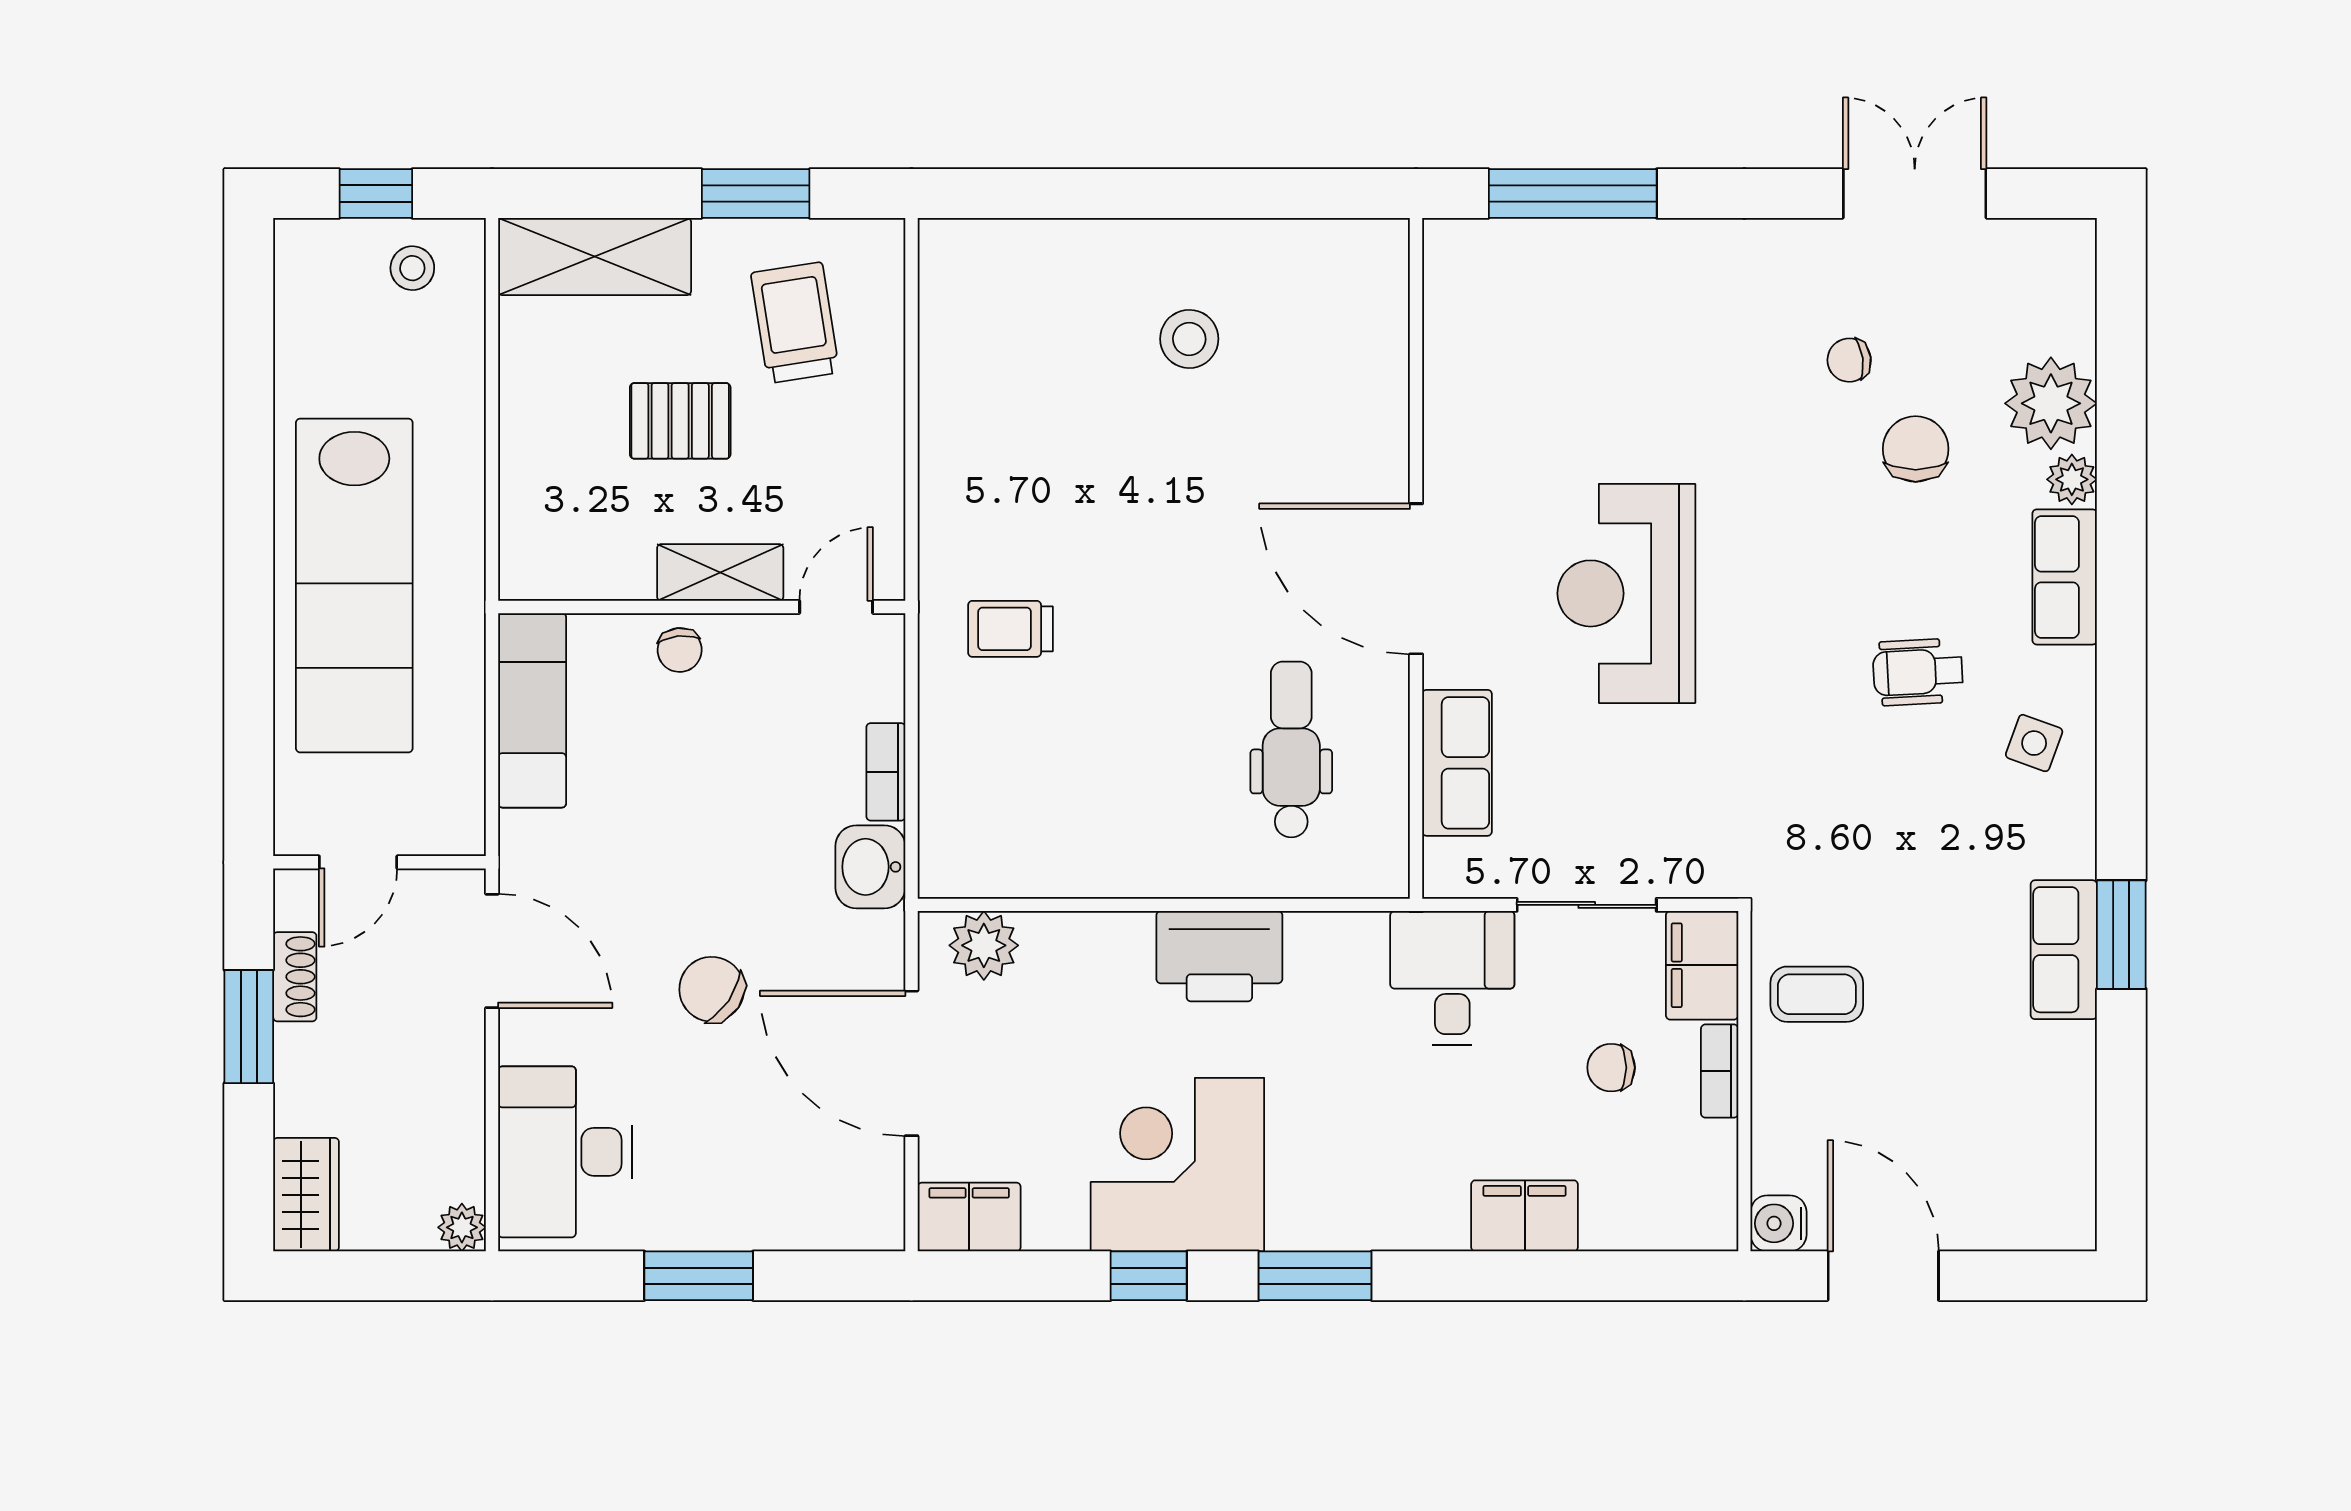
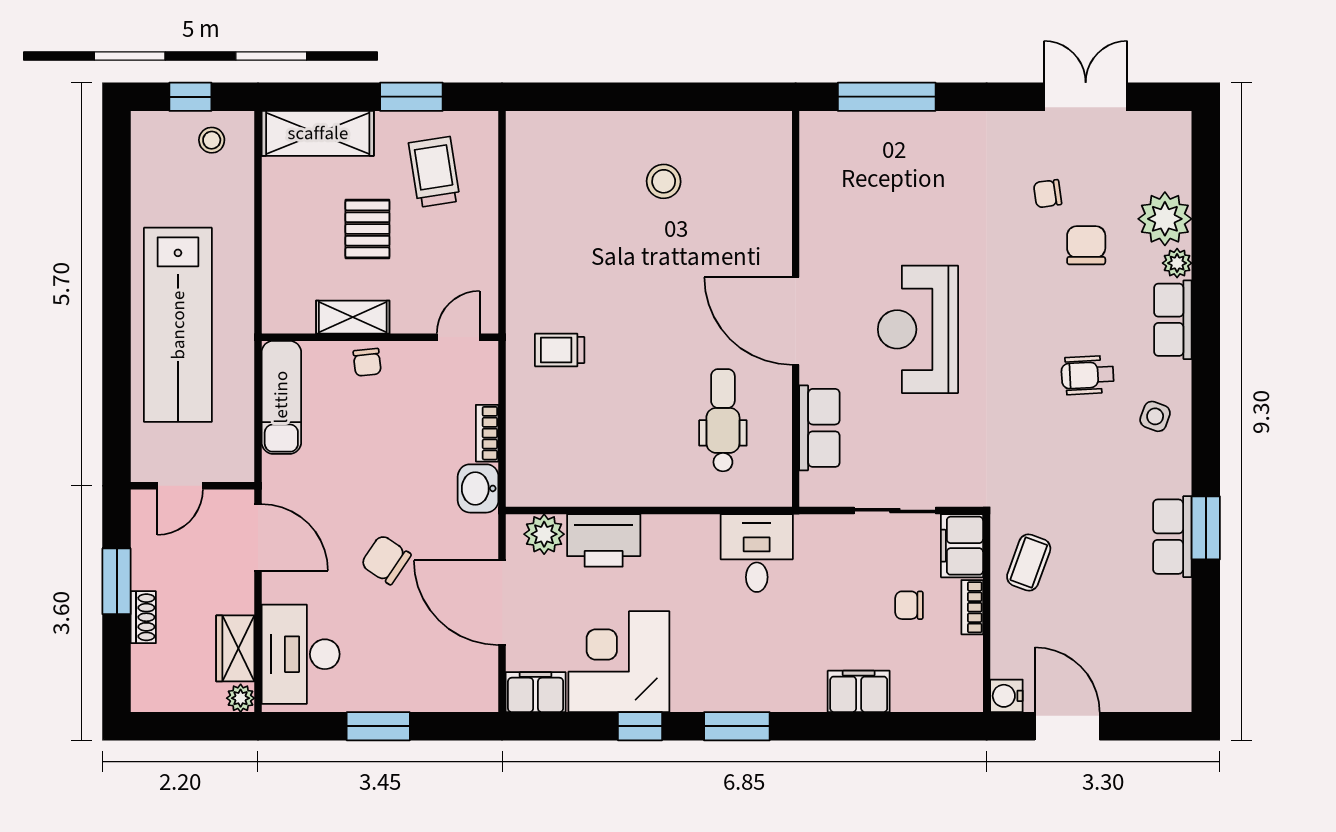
pallet: (680, 421) -> (367, 229), turned 90
shelving: (720, 572) -> (353, 317), moved
printer: (1219, 956) -> (604, 540), moved
shoe rack: (295, 977) -> (143, 617), moved
desk: (1452, 978) -> (757, 553), moved
coffee table: (1817, 994) -> (1029, 563), turned -70
corner desk: (1177, 1165) -> (619, 662), moved
wardrobe: (306, 1195) -> (235, 648), moved, turned 180

